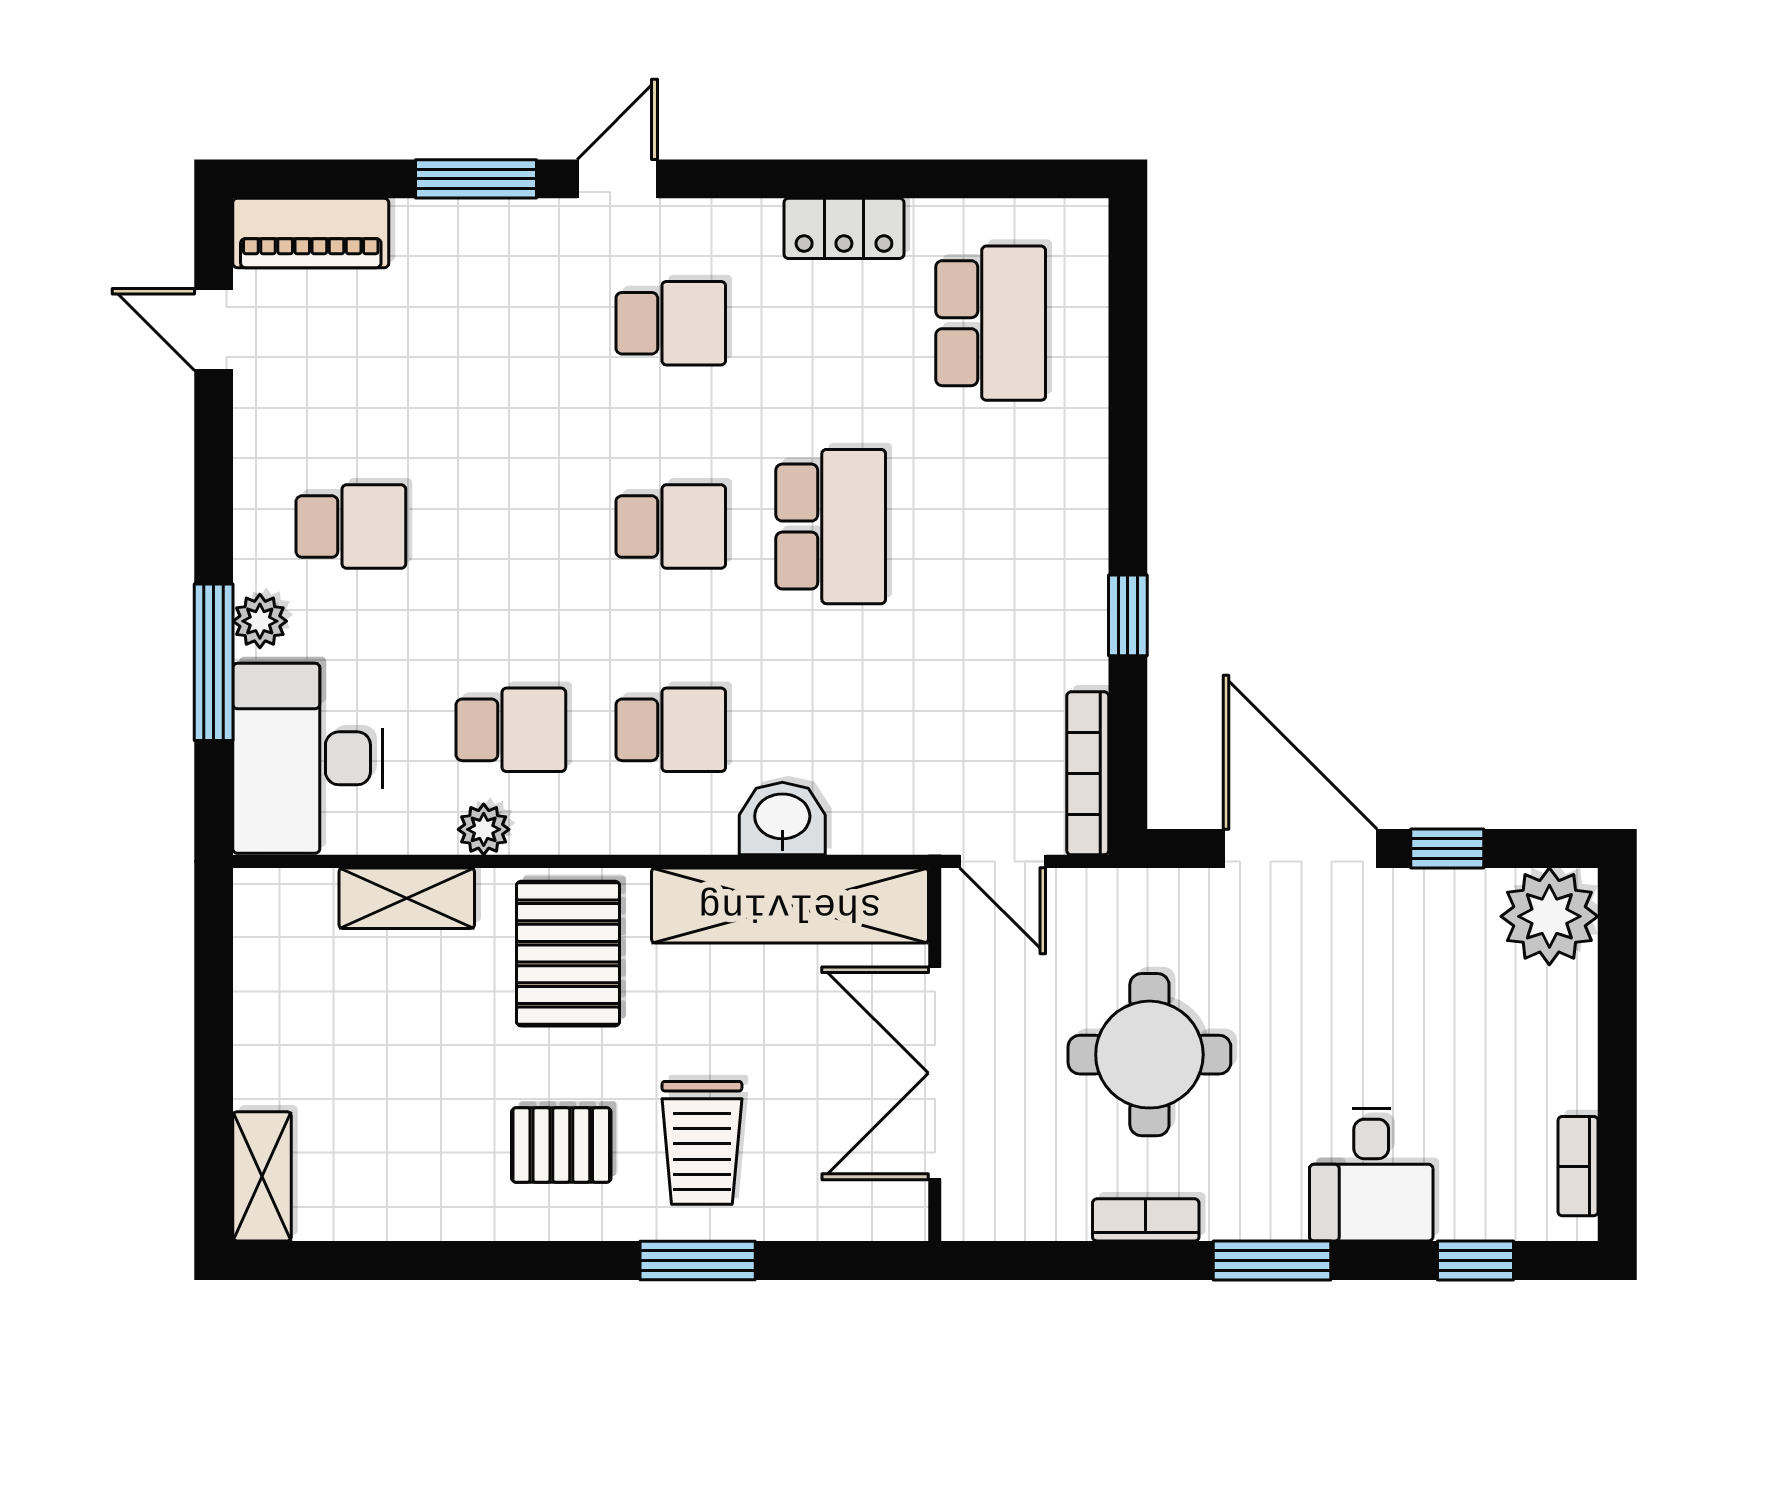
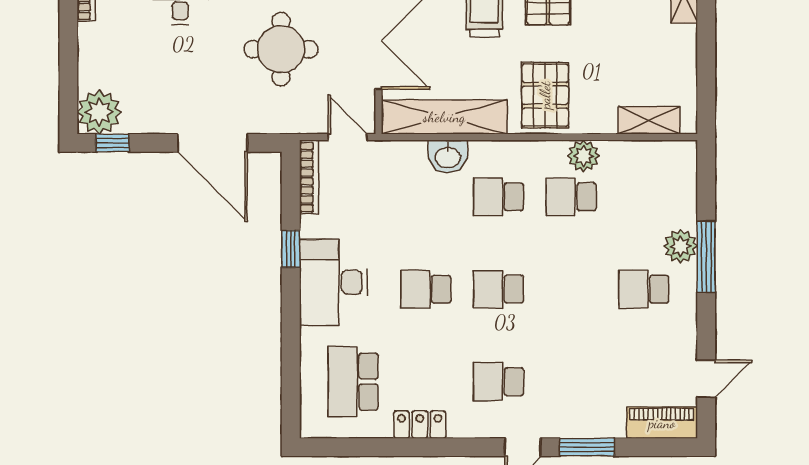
door: (214, 329) -> (706, 379), hinge flipped
school desk: (831, 527) -> (426, 289), width x0.54
plant: (260, 621) -> (681, 246), width x1.38, depth x1.38
window: (214, 662) -> (706, 257), moved
desk: (308, 758) -> (333, 282), moved, turned 180
plant: (484, 829) -> (584, 156), width x1.38, depth x1.38
window: (1447, 848) -> (113, 143), moved
shelving: (407, 898) -> (649, 120), moved

